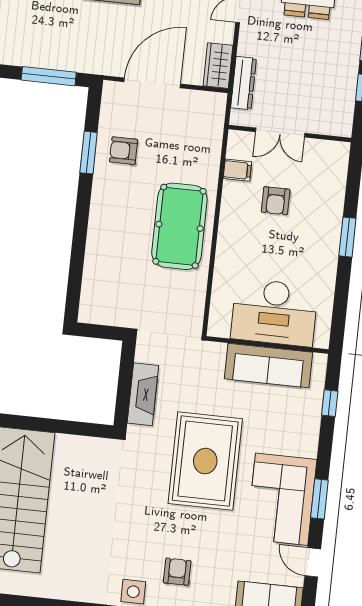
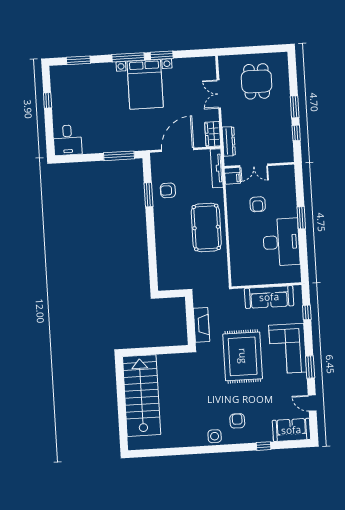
tv unit: (215, 126) -> (217, 168), added
filing cabinet: (237, 170) -> (233, 178), moved
desk: (274, 312) -> (281, 242), moved, turned -90
corner sofa: (282, 499) -> (288, 349), moved

